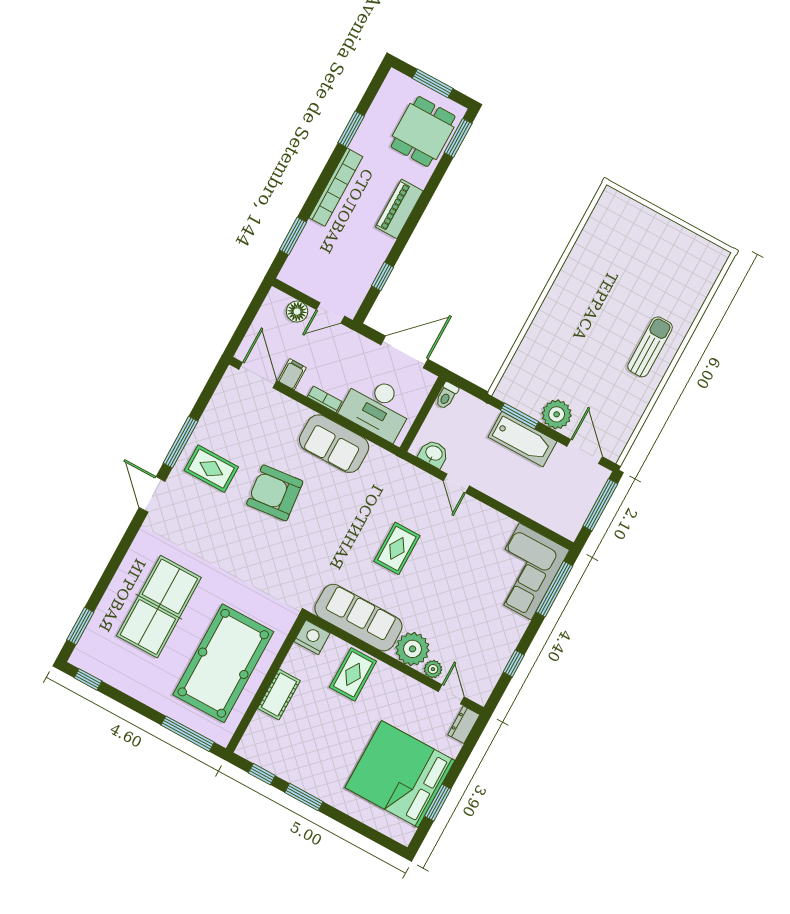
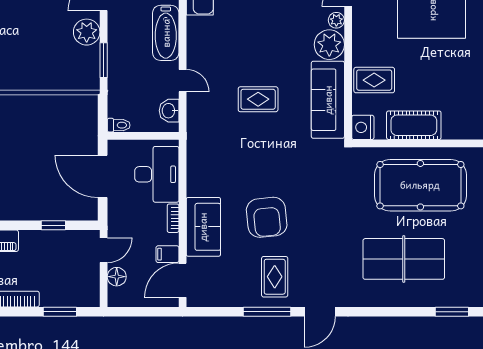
door: (330, 313) -> (104, 250), hinge flipped
bathtub: (522, 439) -> (166, 33), moved, turned 180
sofa: (334, 444) -> (203, 227), moved
door: (456, 483) -> (183, 81), hinge flipped
cot: (279, 695) -> (414, 125), width x1.37, depth x1.34

